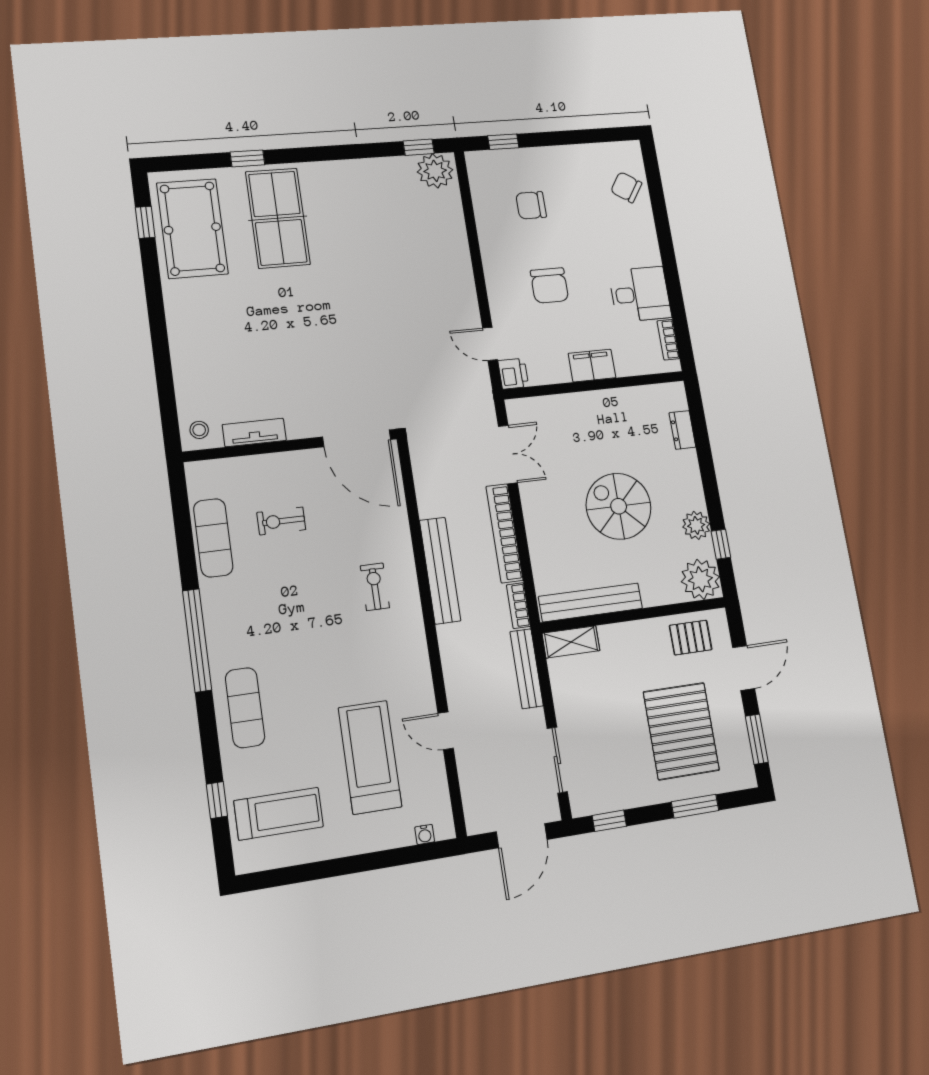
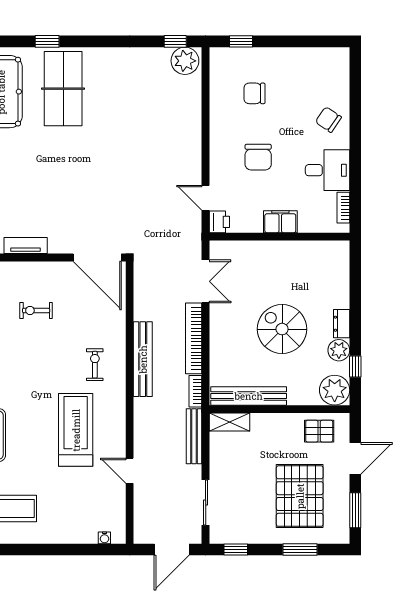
chair: (626, 187) -> (328, 120), moved
dresser: (682, 430) -> (342, 324), moved
treadmill: (370, 757) -> (76, 430), moved

